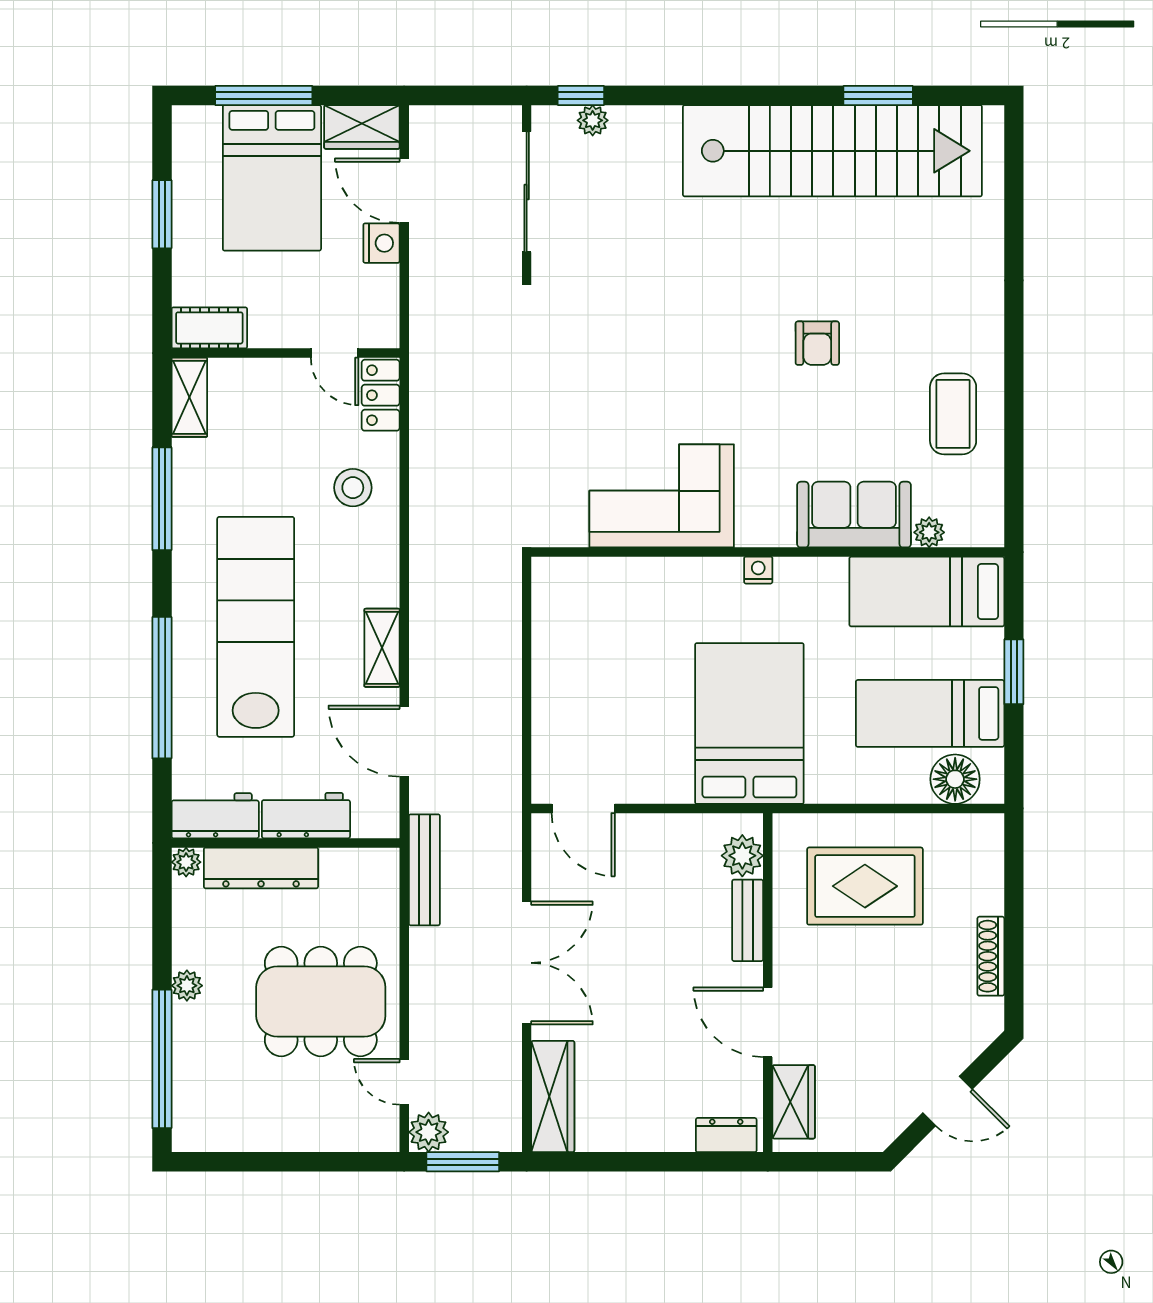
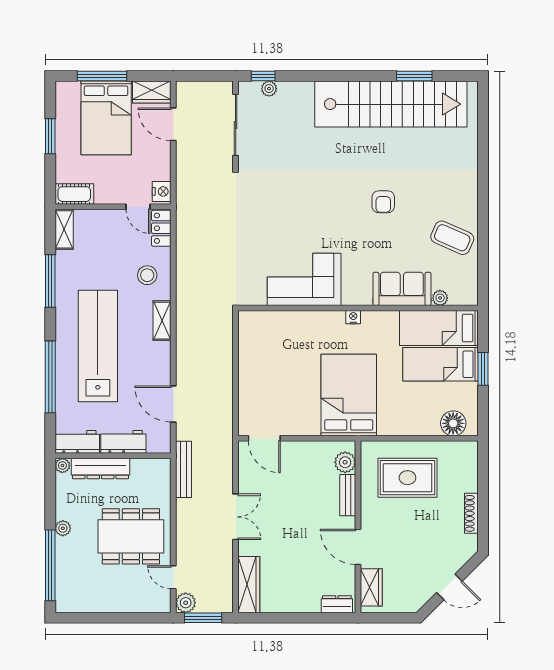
nightstand: (381, 243) -> (162, 191), moved
coffee table: (953, 414) -> (452, 238), turned -66
shelving: (382, 648) -> (162, 321), moved
bed: (930, 713) -> (441, 364), moved
double door: (527, 963) -> (236, 517), width x0.73

